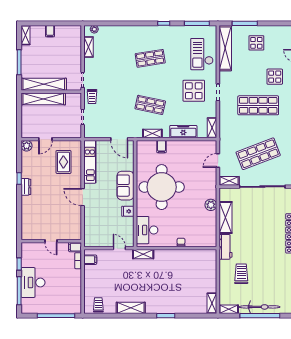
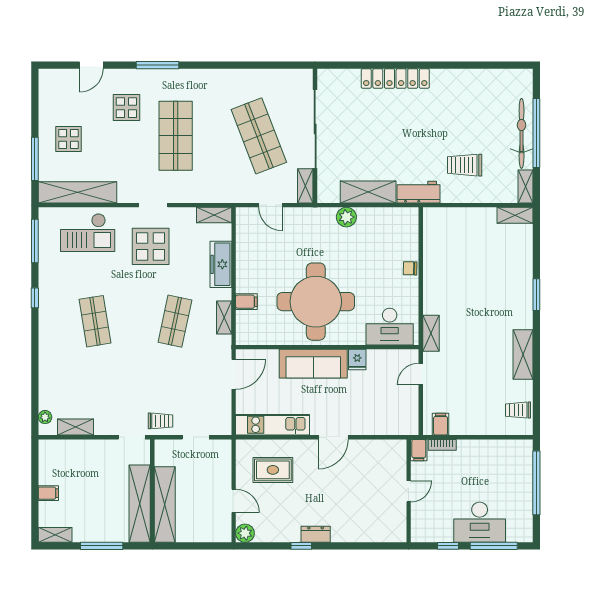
sofa: (125, 186) -> (313, 364), width x1.36

